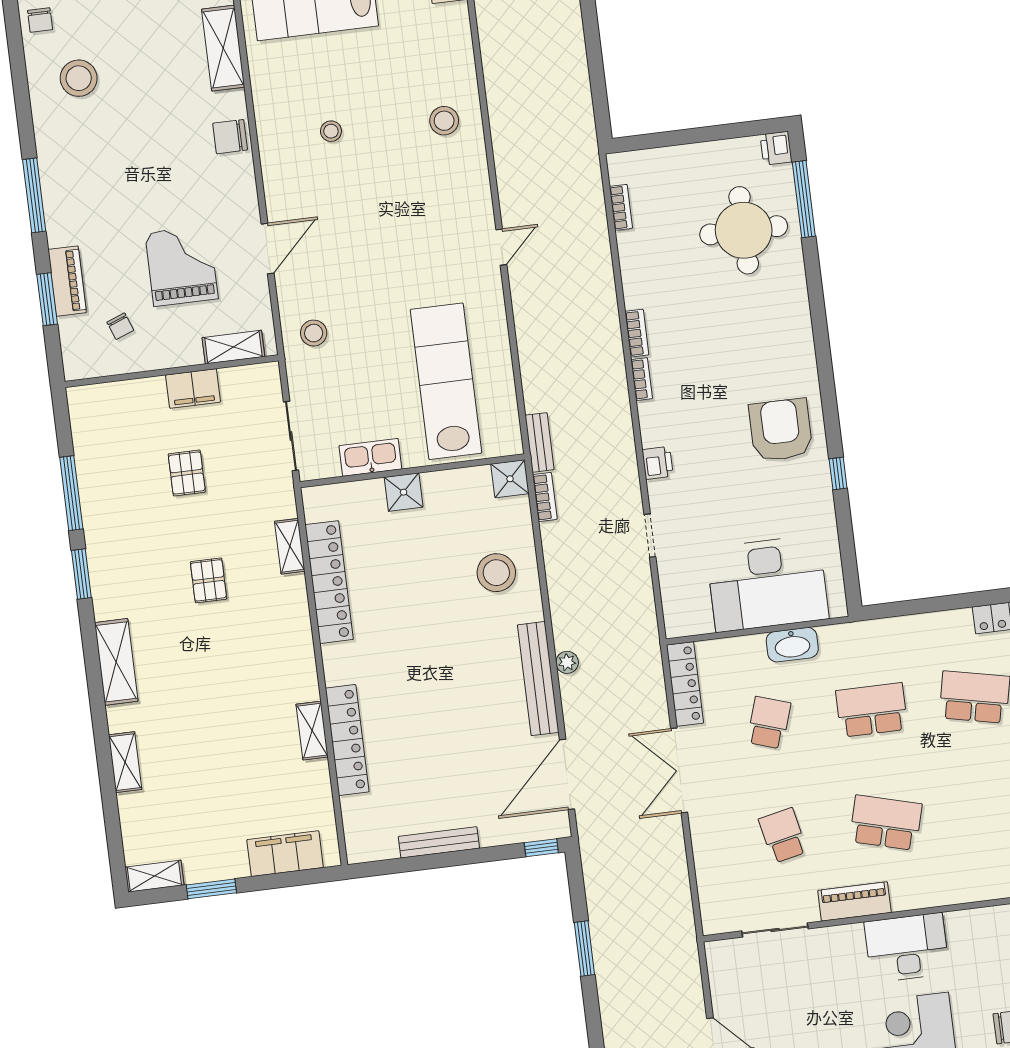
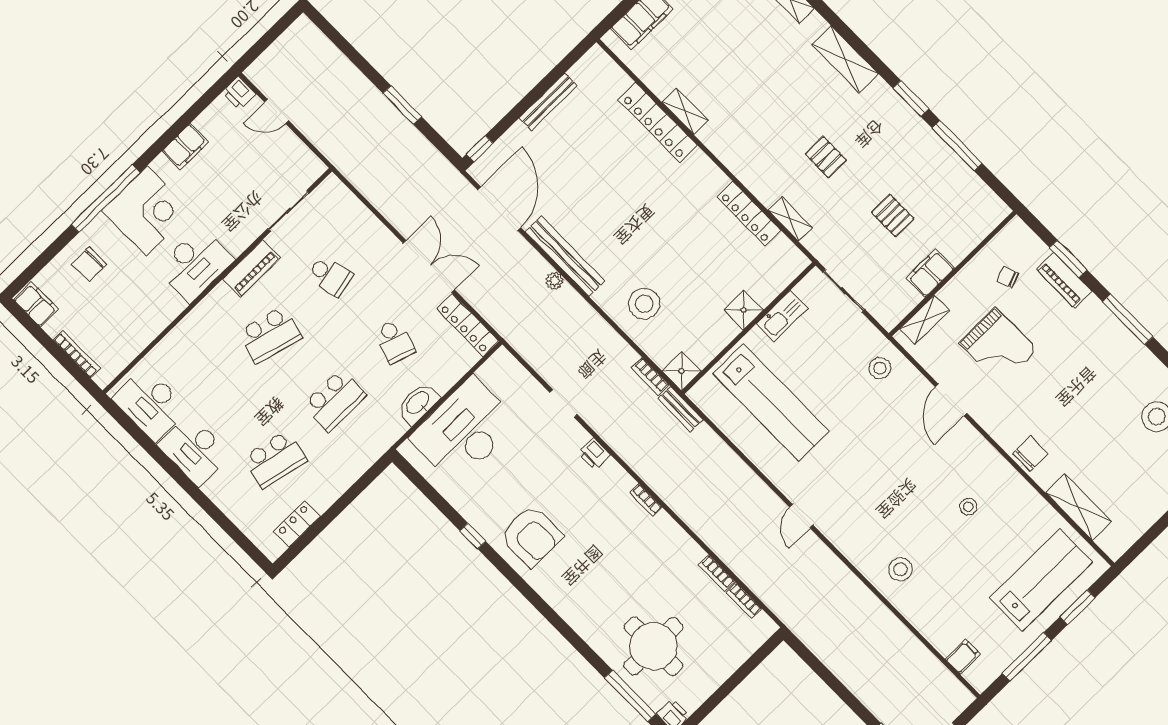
bookcase: (637, 333) -> (717, 573), moved
locker: (329, 582) -> (749, 214), width x0.71, depth x0.83

